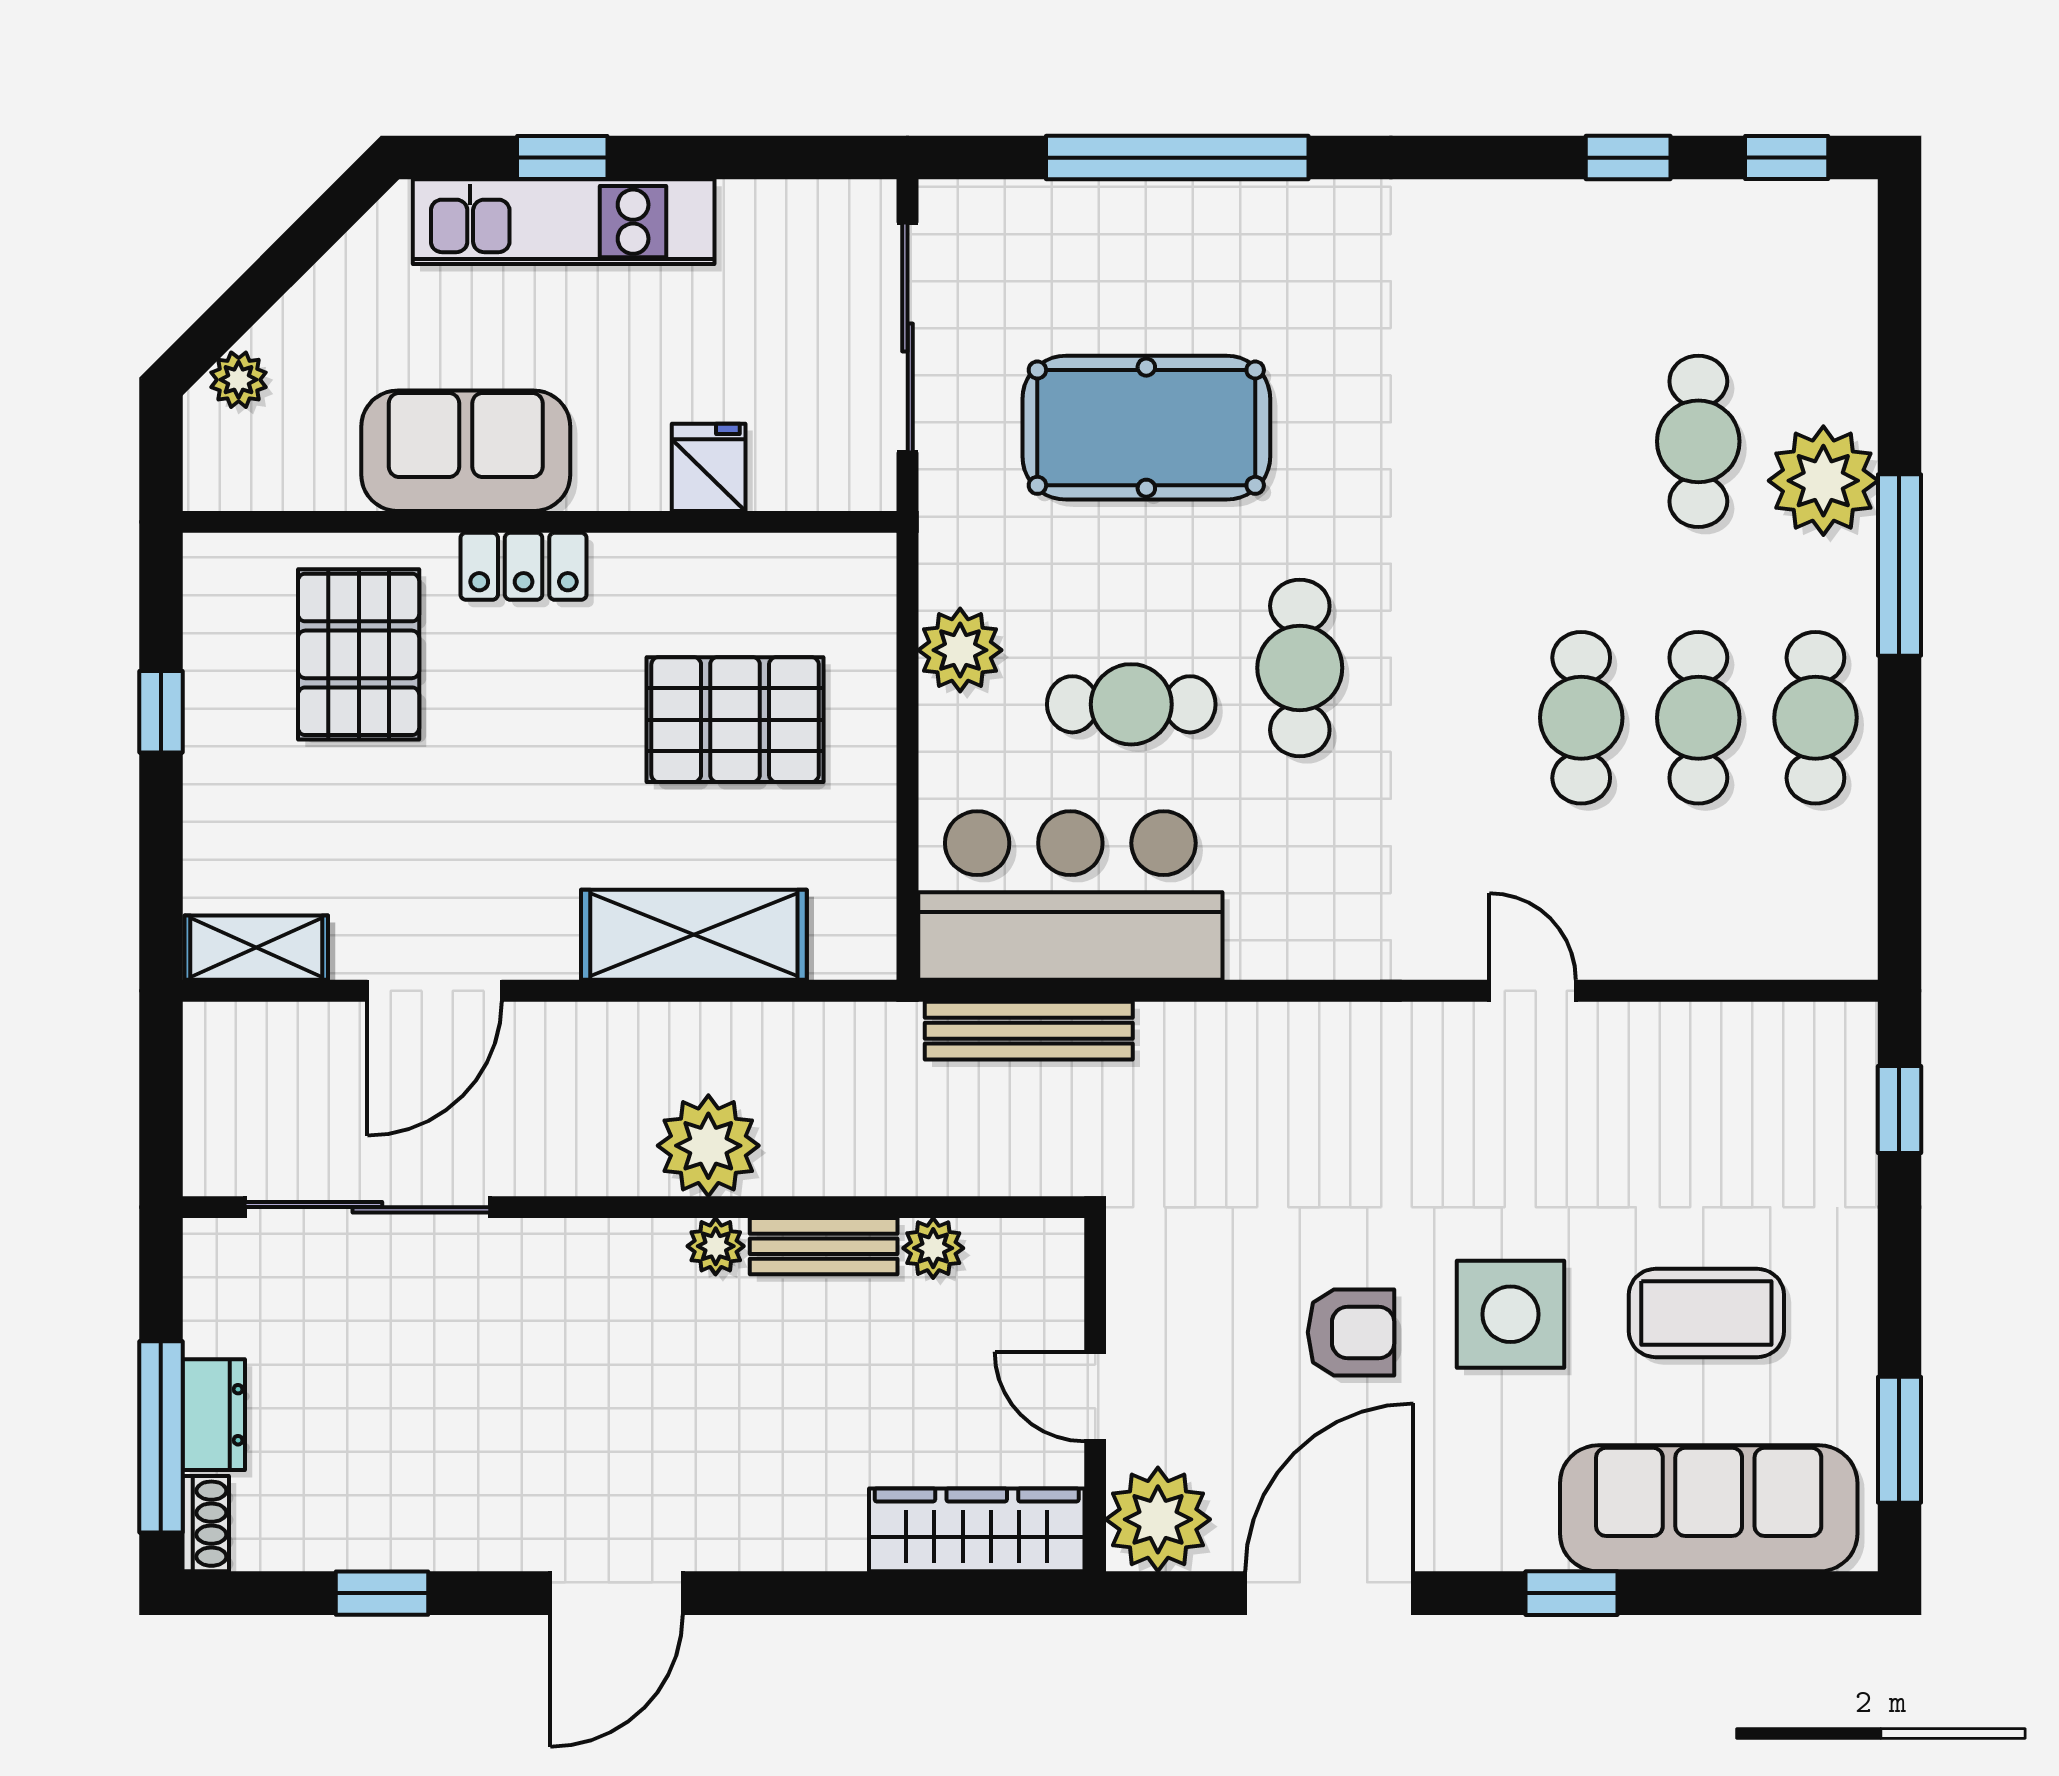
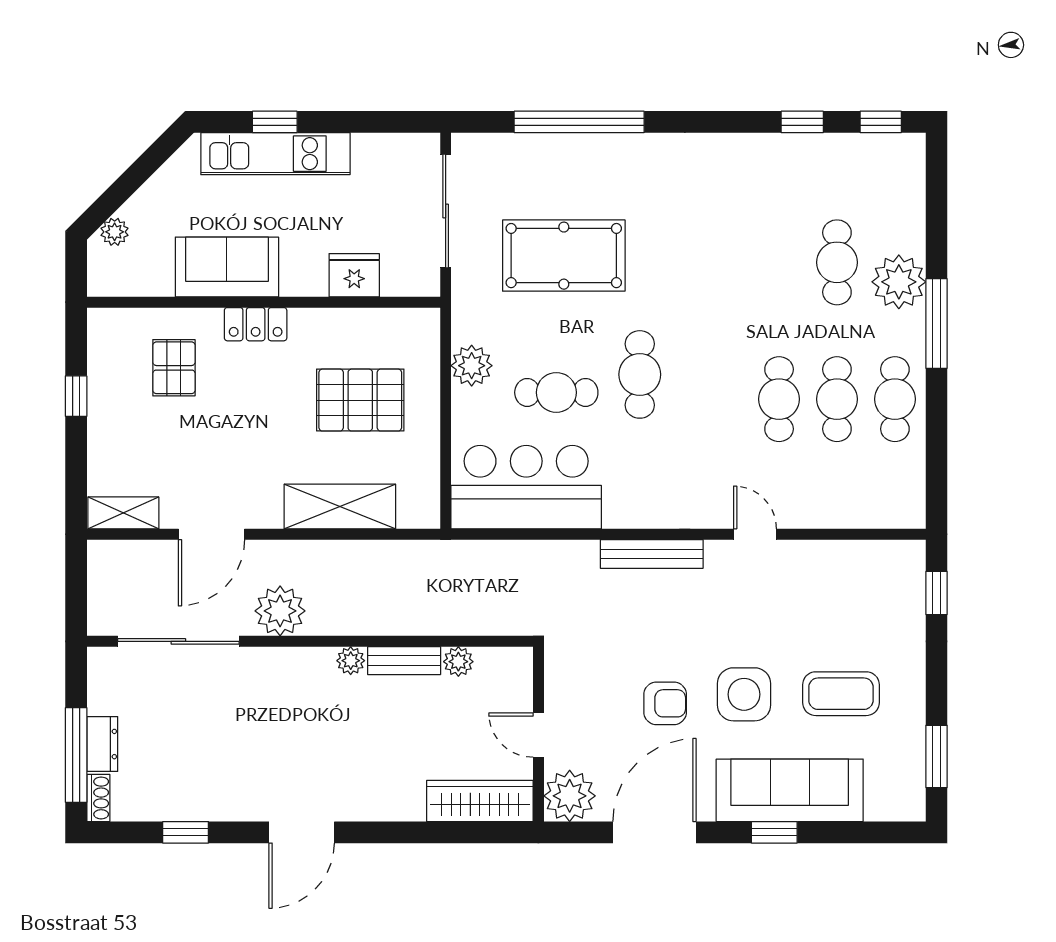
fridge: (709, 467) -> (354, 275), width x1.38
pallet: (359, 654) -> (174, 368), width x0.67, depth x0.71
bench: (1029, 1031) -> (652, 554), moved
plant: (708, 1146) -> (280, 611), moved
sofa: (1709, 1508) -> (790, 790), moved

